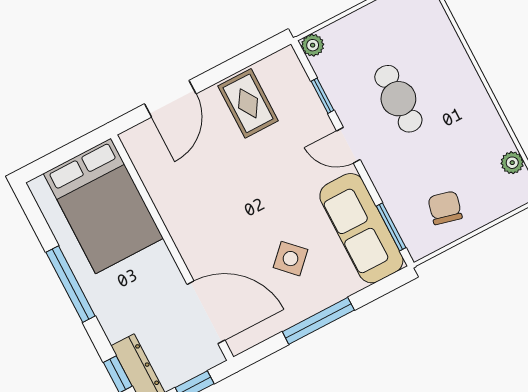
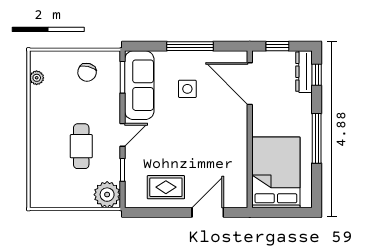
plant: (313, 45) -> (107, 195), width x1.88, depth x1.88
rug: (248, 103) -> (166, 187), turned 90
door: (348, 145) -> (122, 135), hinge flipped
side table: (290, 259) -> (187, 89), turned 45

